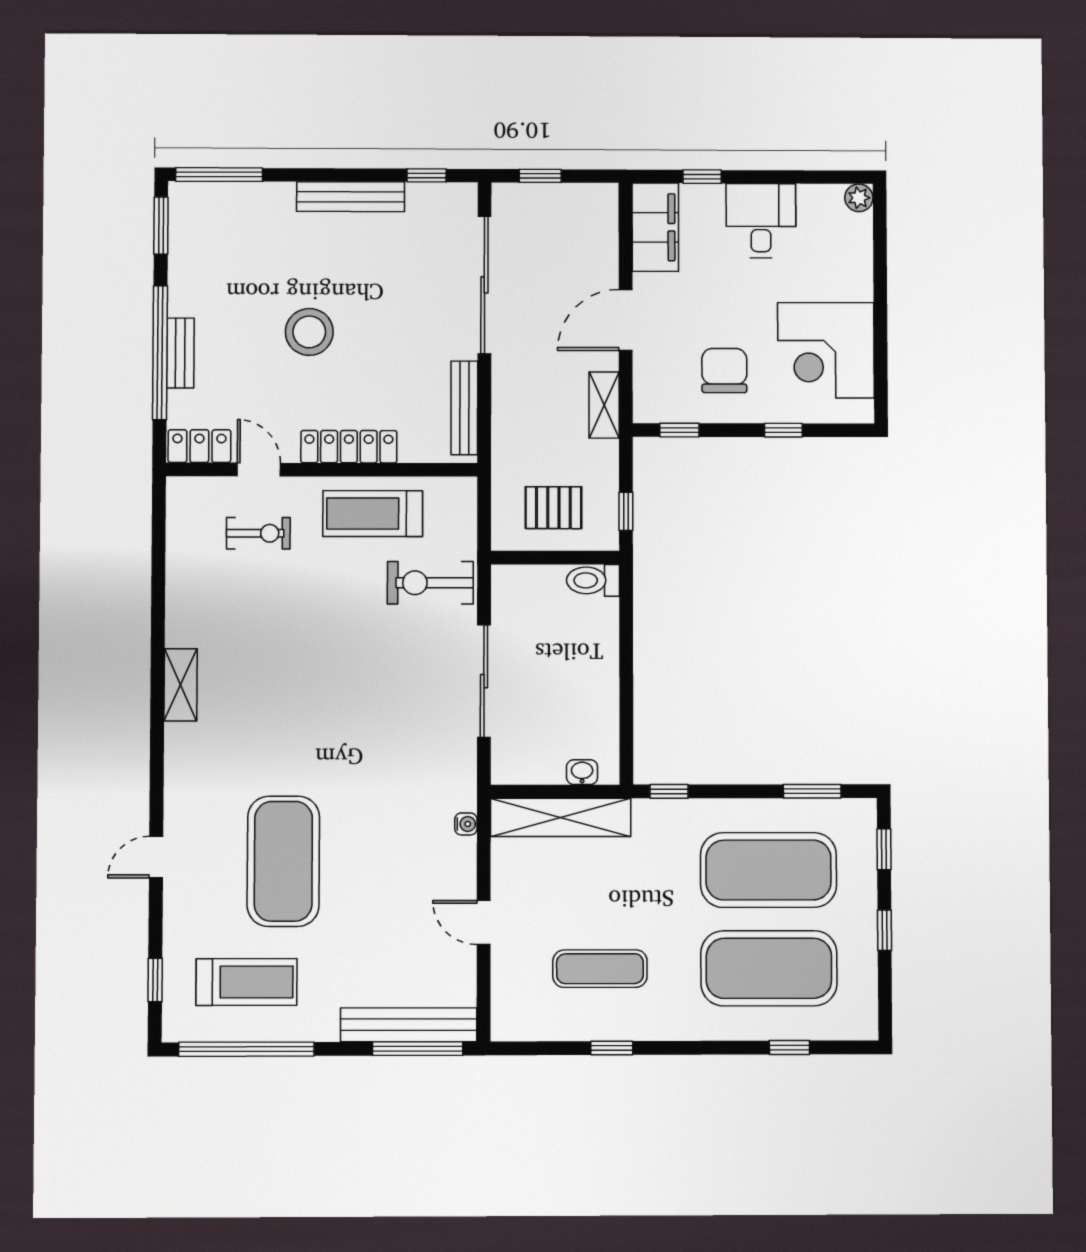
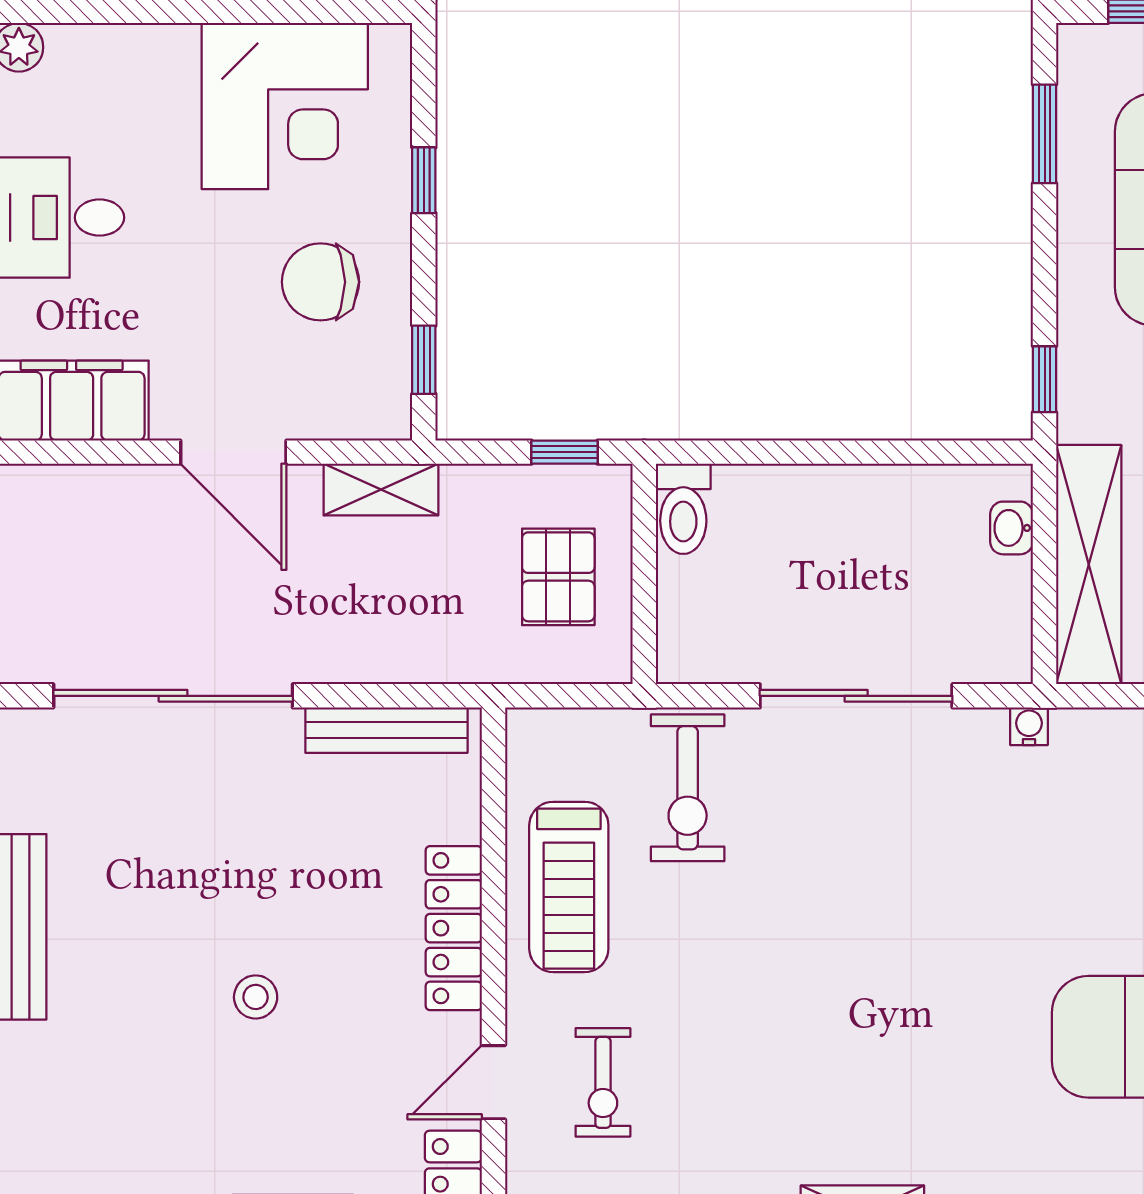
stool: (309, 332) -> (256, 997), width x0.53, depth x0.53
exercise bike: (258, 533) -> (603, 1082), turned 180
water cooler: (466, 824) -> (1029, 726), moved

